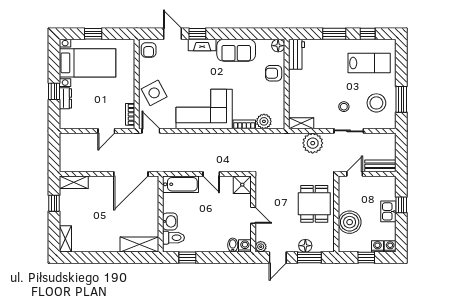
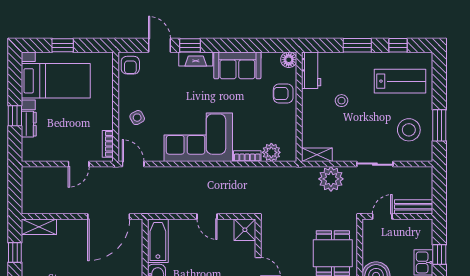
side table: (154, 93) -> (137, 118), width x0.54, depth x0.54
stool: (344, 107) -> (342, 101), moved
bathtub: (181, 184) -> (158, 241), moved, turned -90

